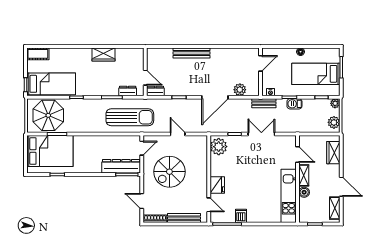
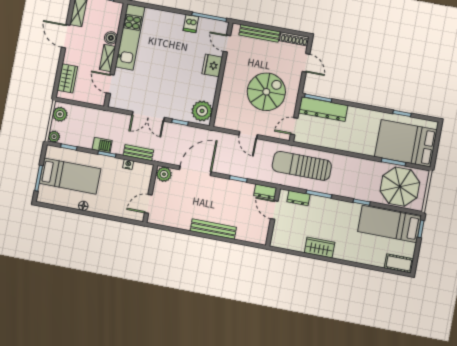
door: (261, 63) -> (148, 204), moved
wall: (261, 72) -> (150, 194), moved

